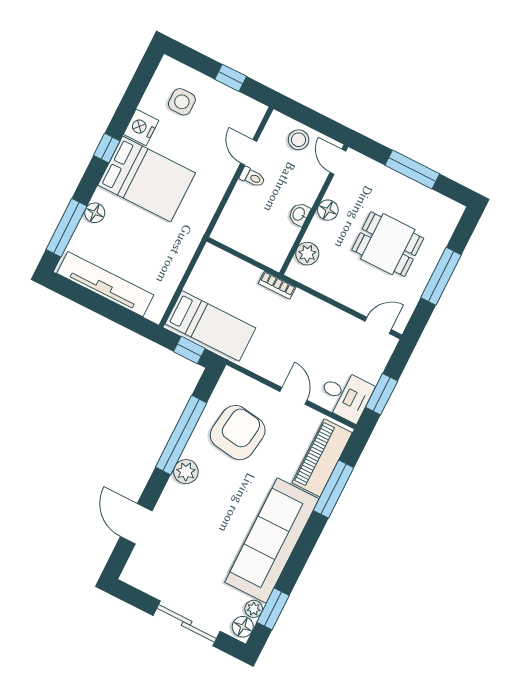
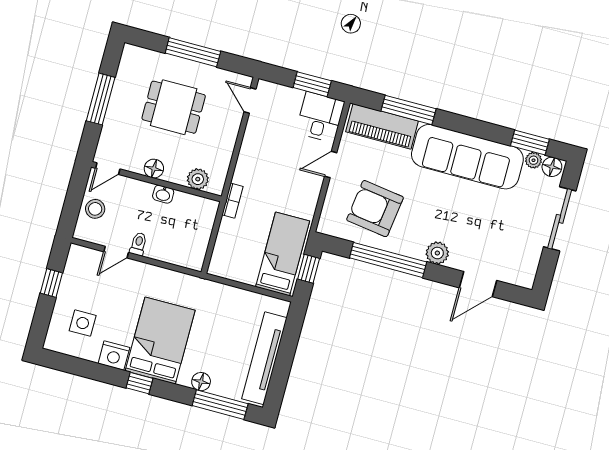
dining table: (388, 244) -> (174, 107), turned 90
plant: (186, 472) -> (437, 253), moved

